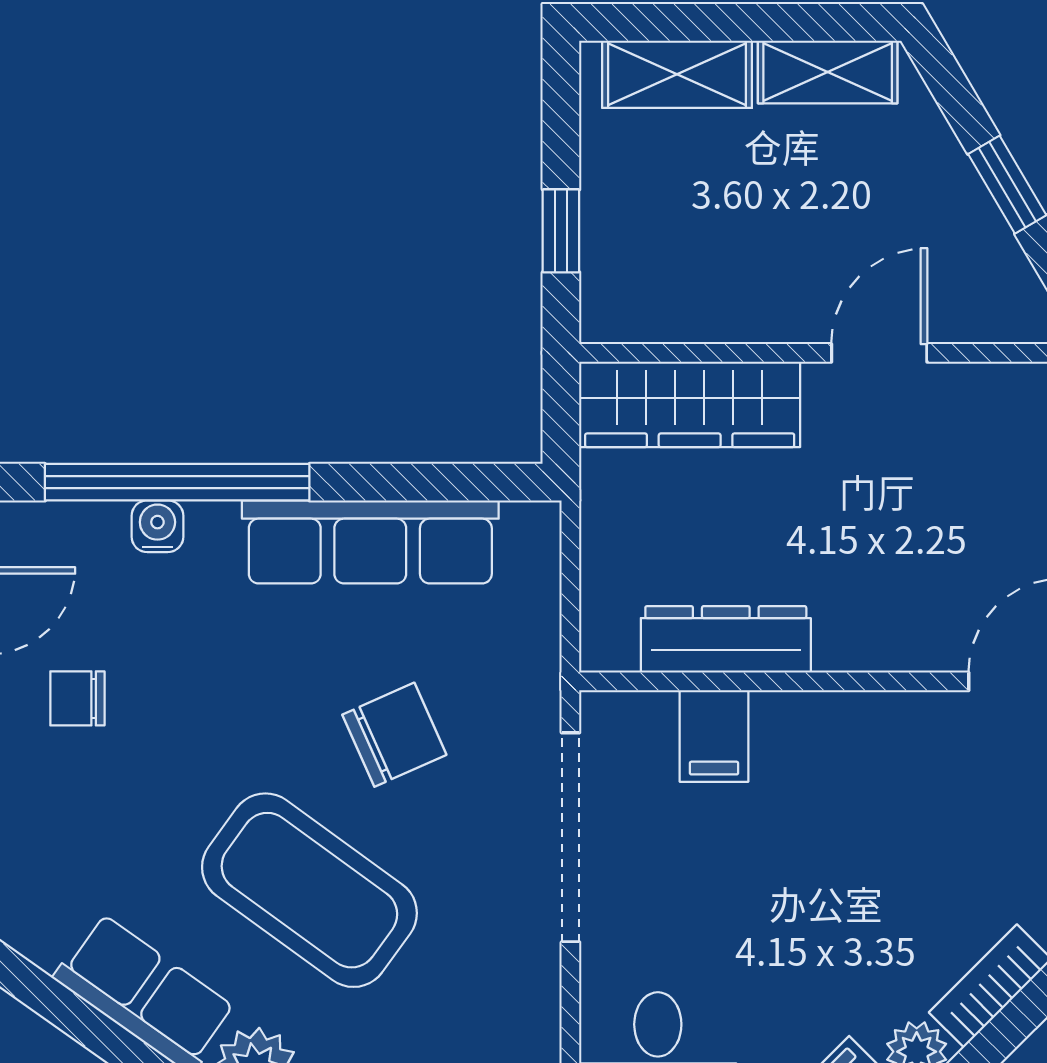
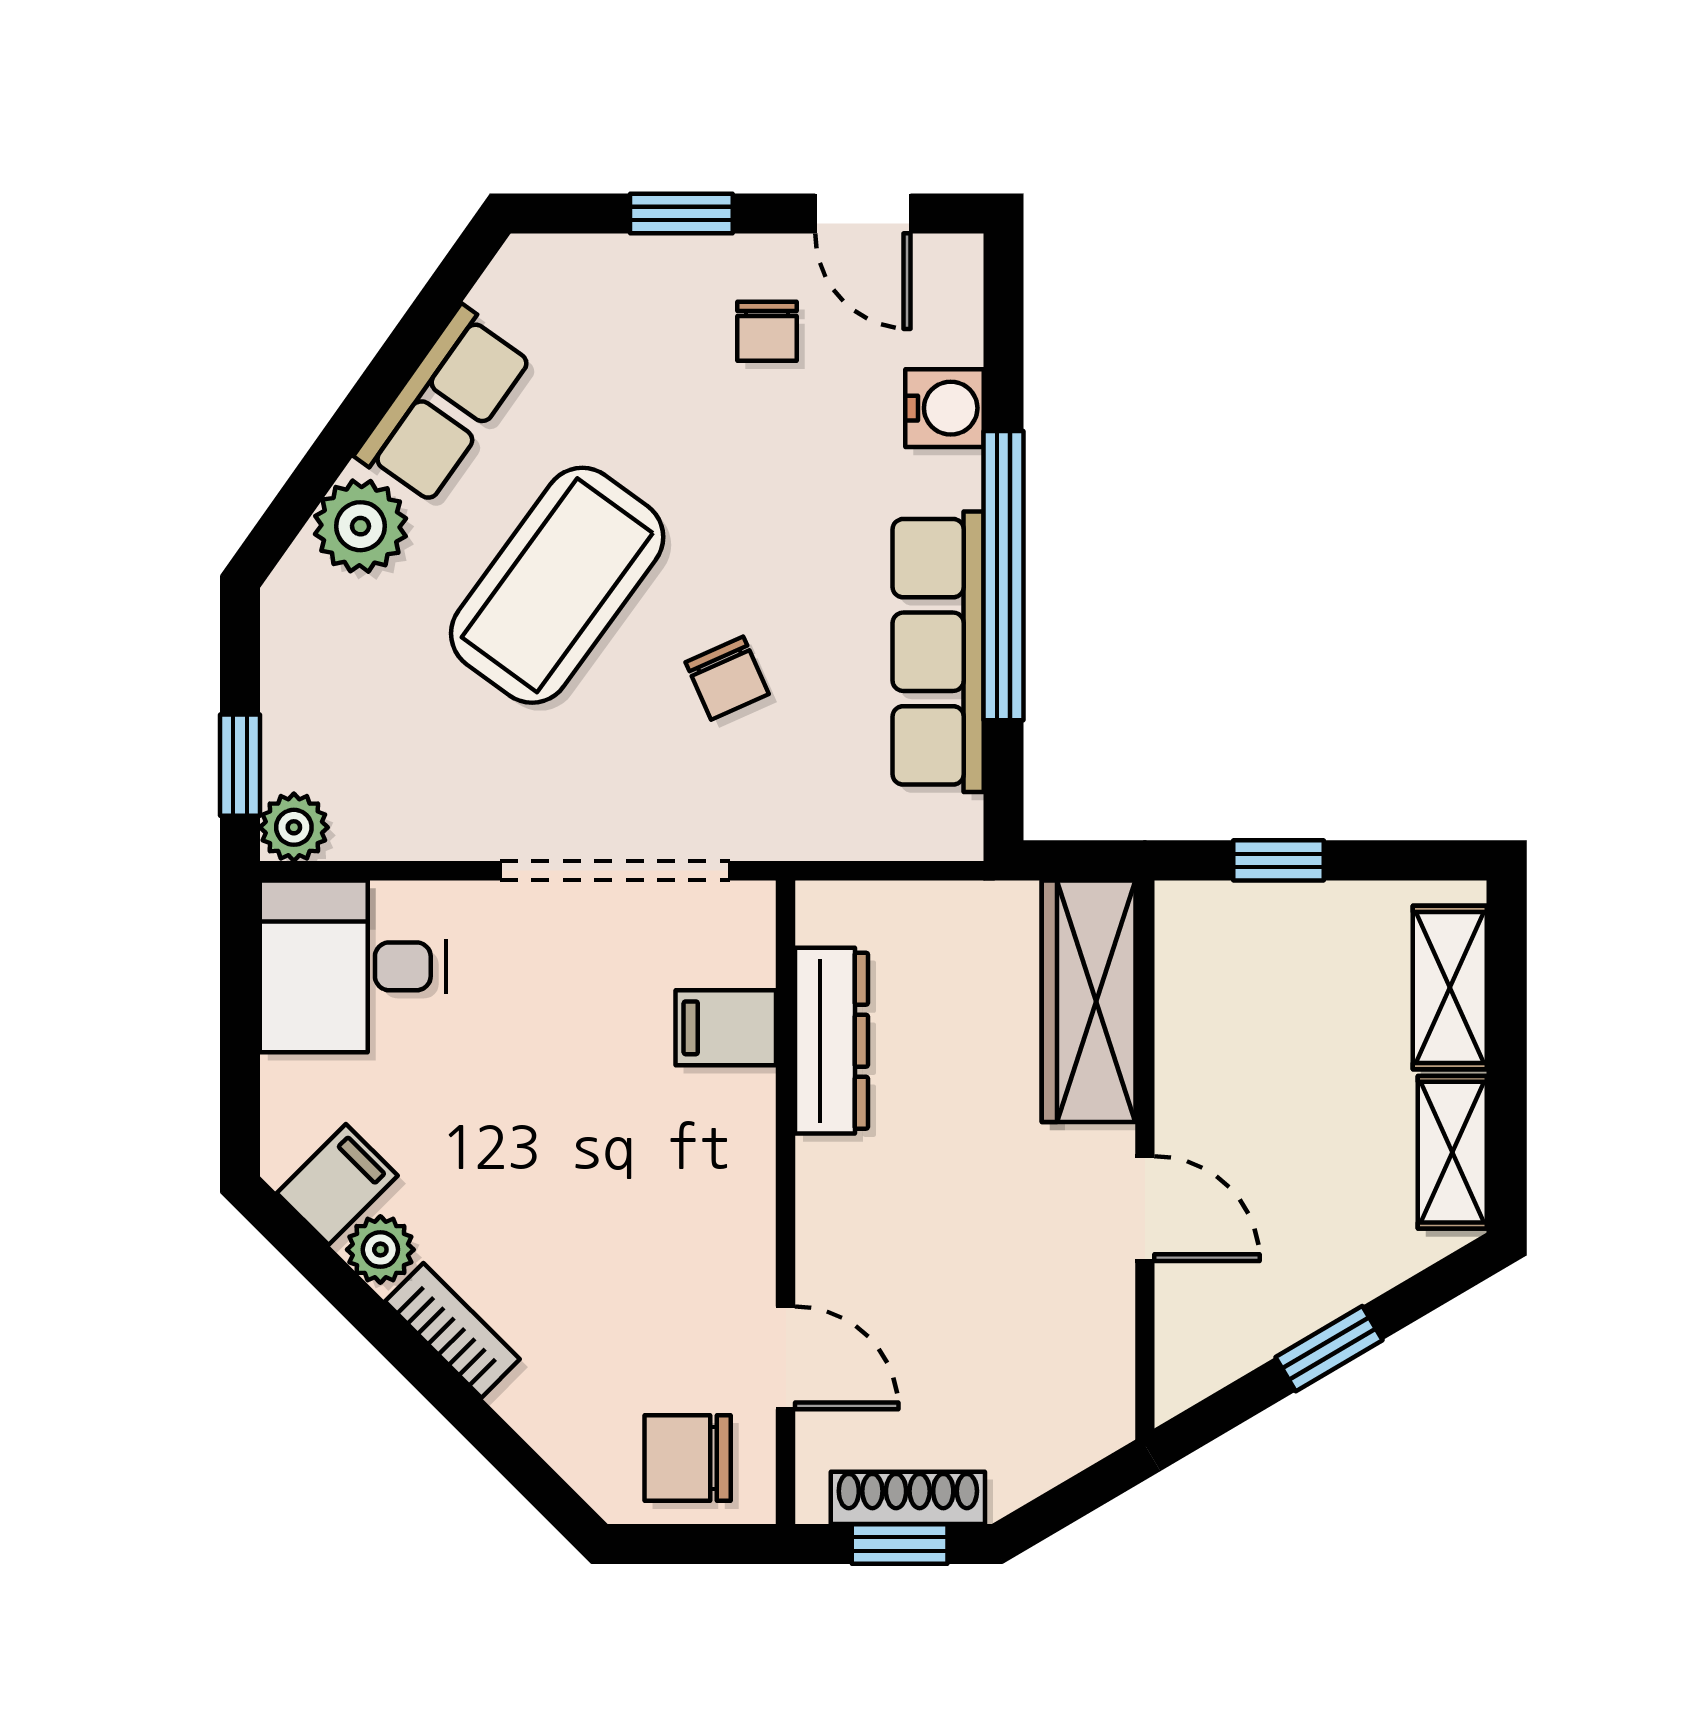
window: (177, 482) -> (1004, 576), moved
water cooler: (157, 526) -> (944, 408), width x1.38, depth x1.38
chair: (77, 698) -> (767, 331), turned 180
chair: (394, 735) -> (727, 678), width x0.73, depth x0.73

